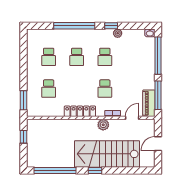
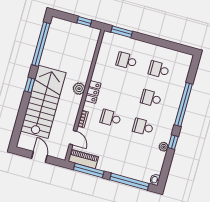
locker: (80, 111) -> (93, 92), width x0.66
plant: (103, 125) -> (79, 89), moved

